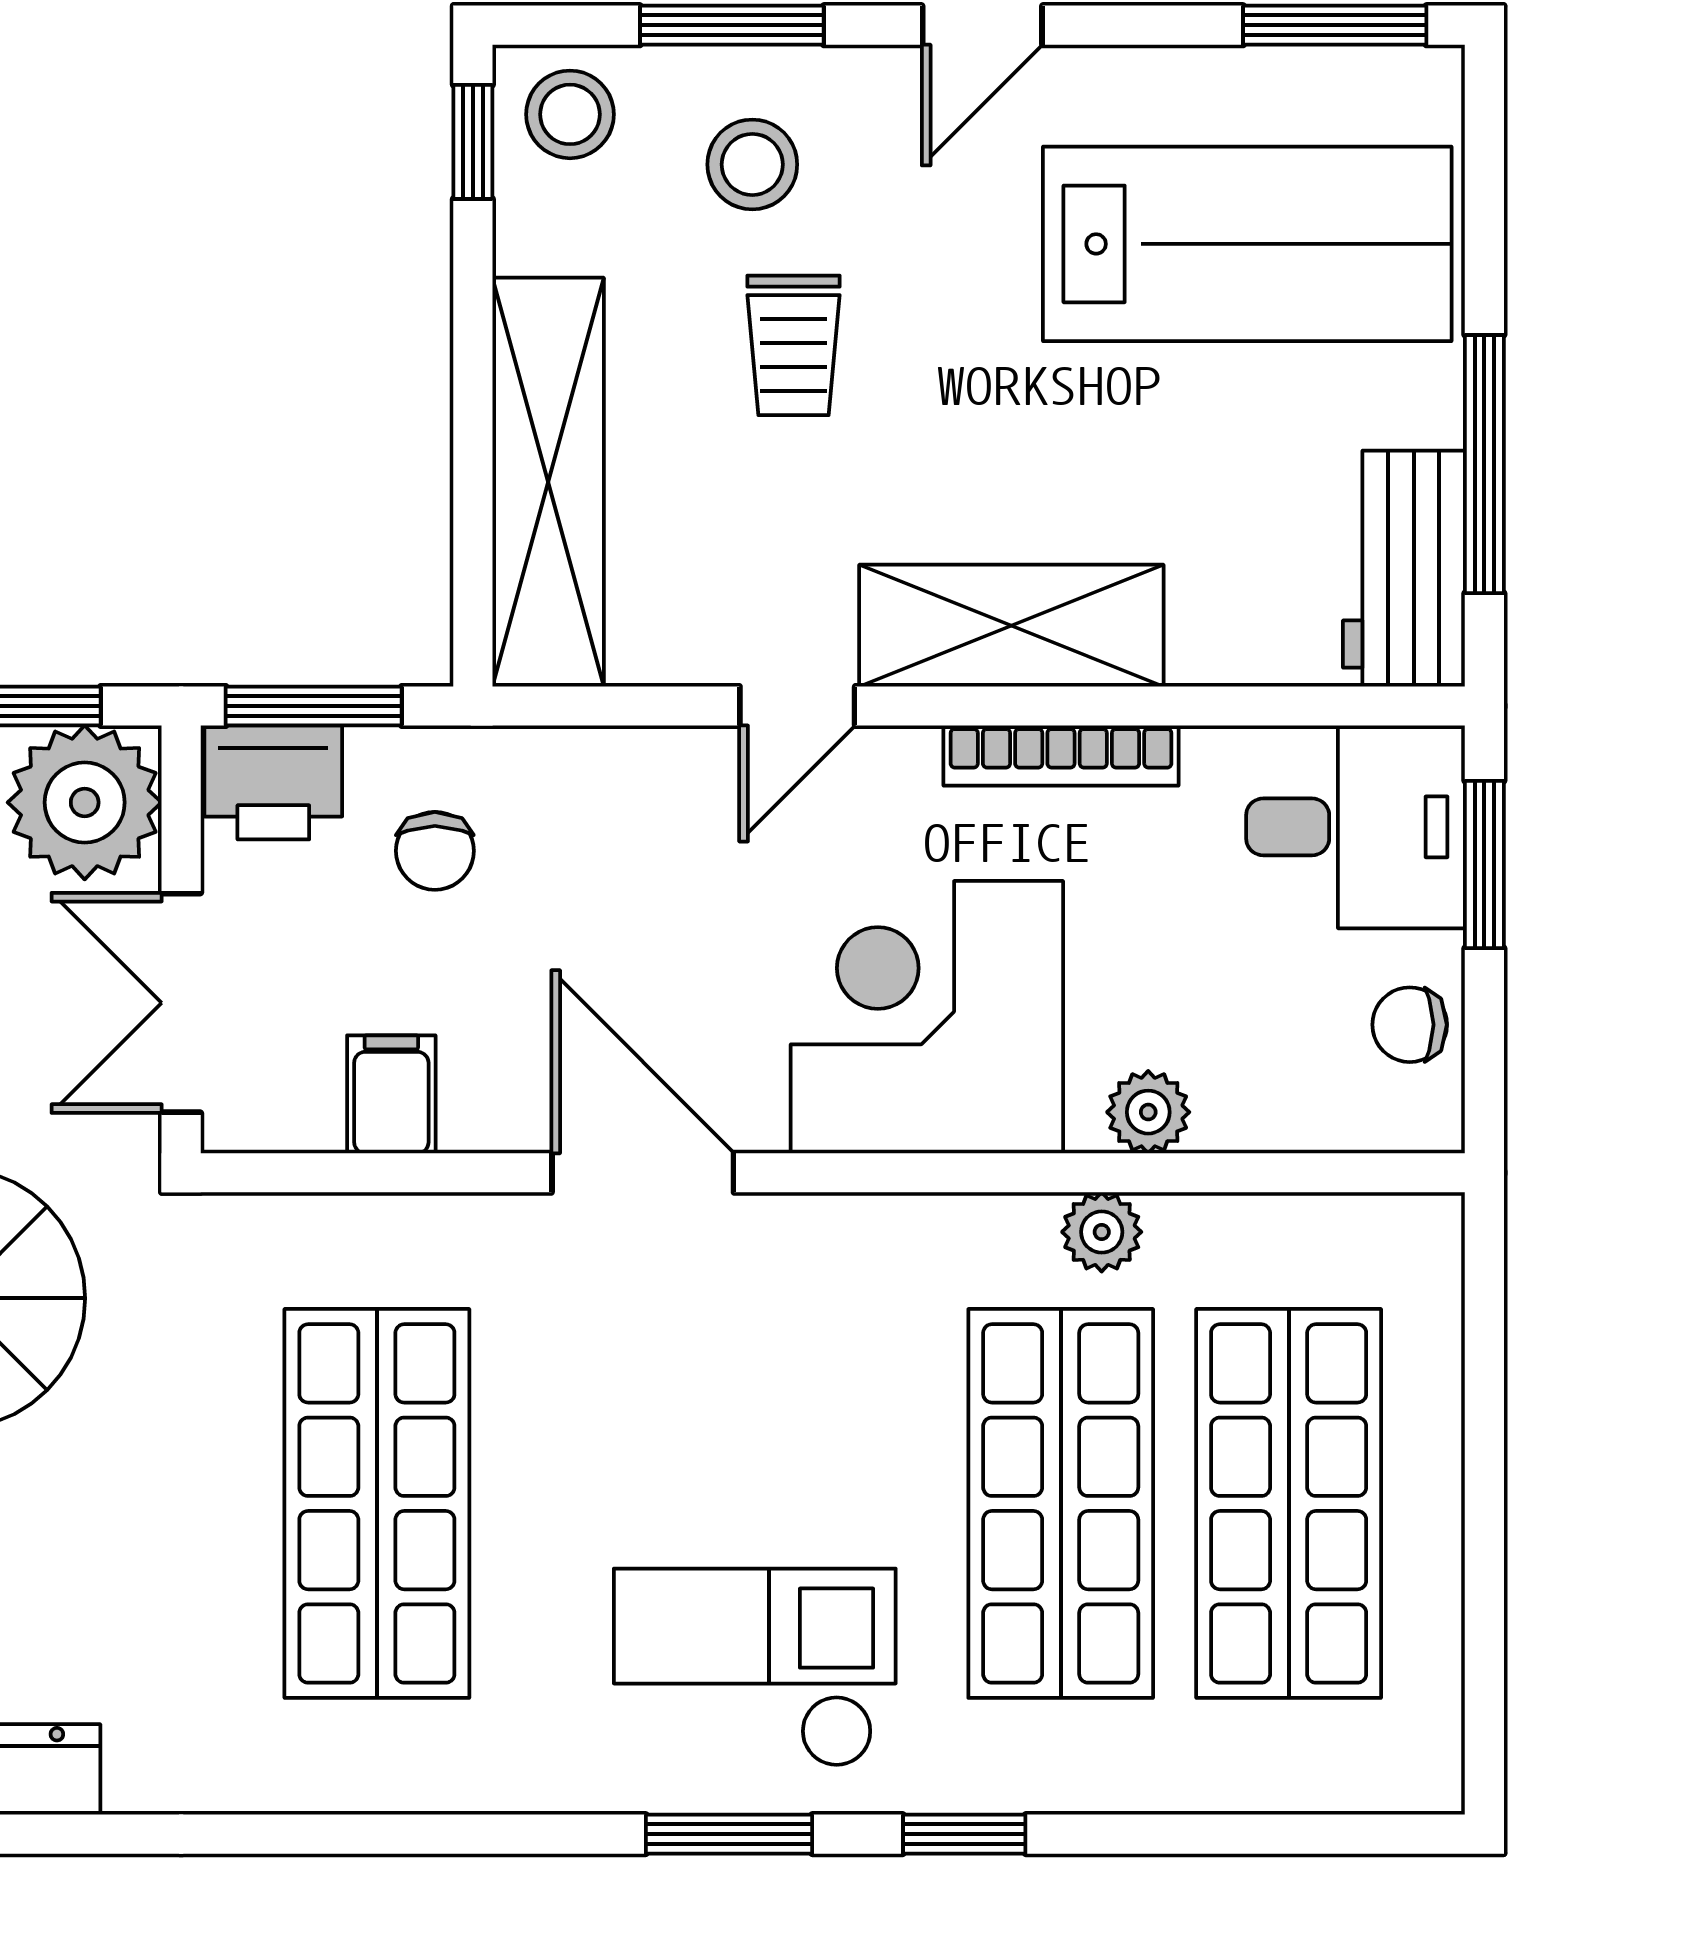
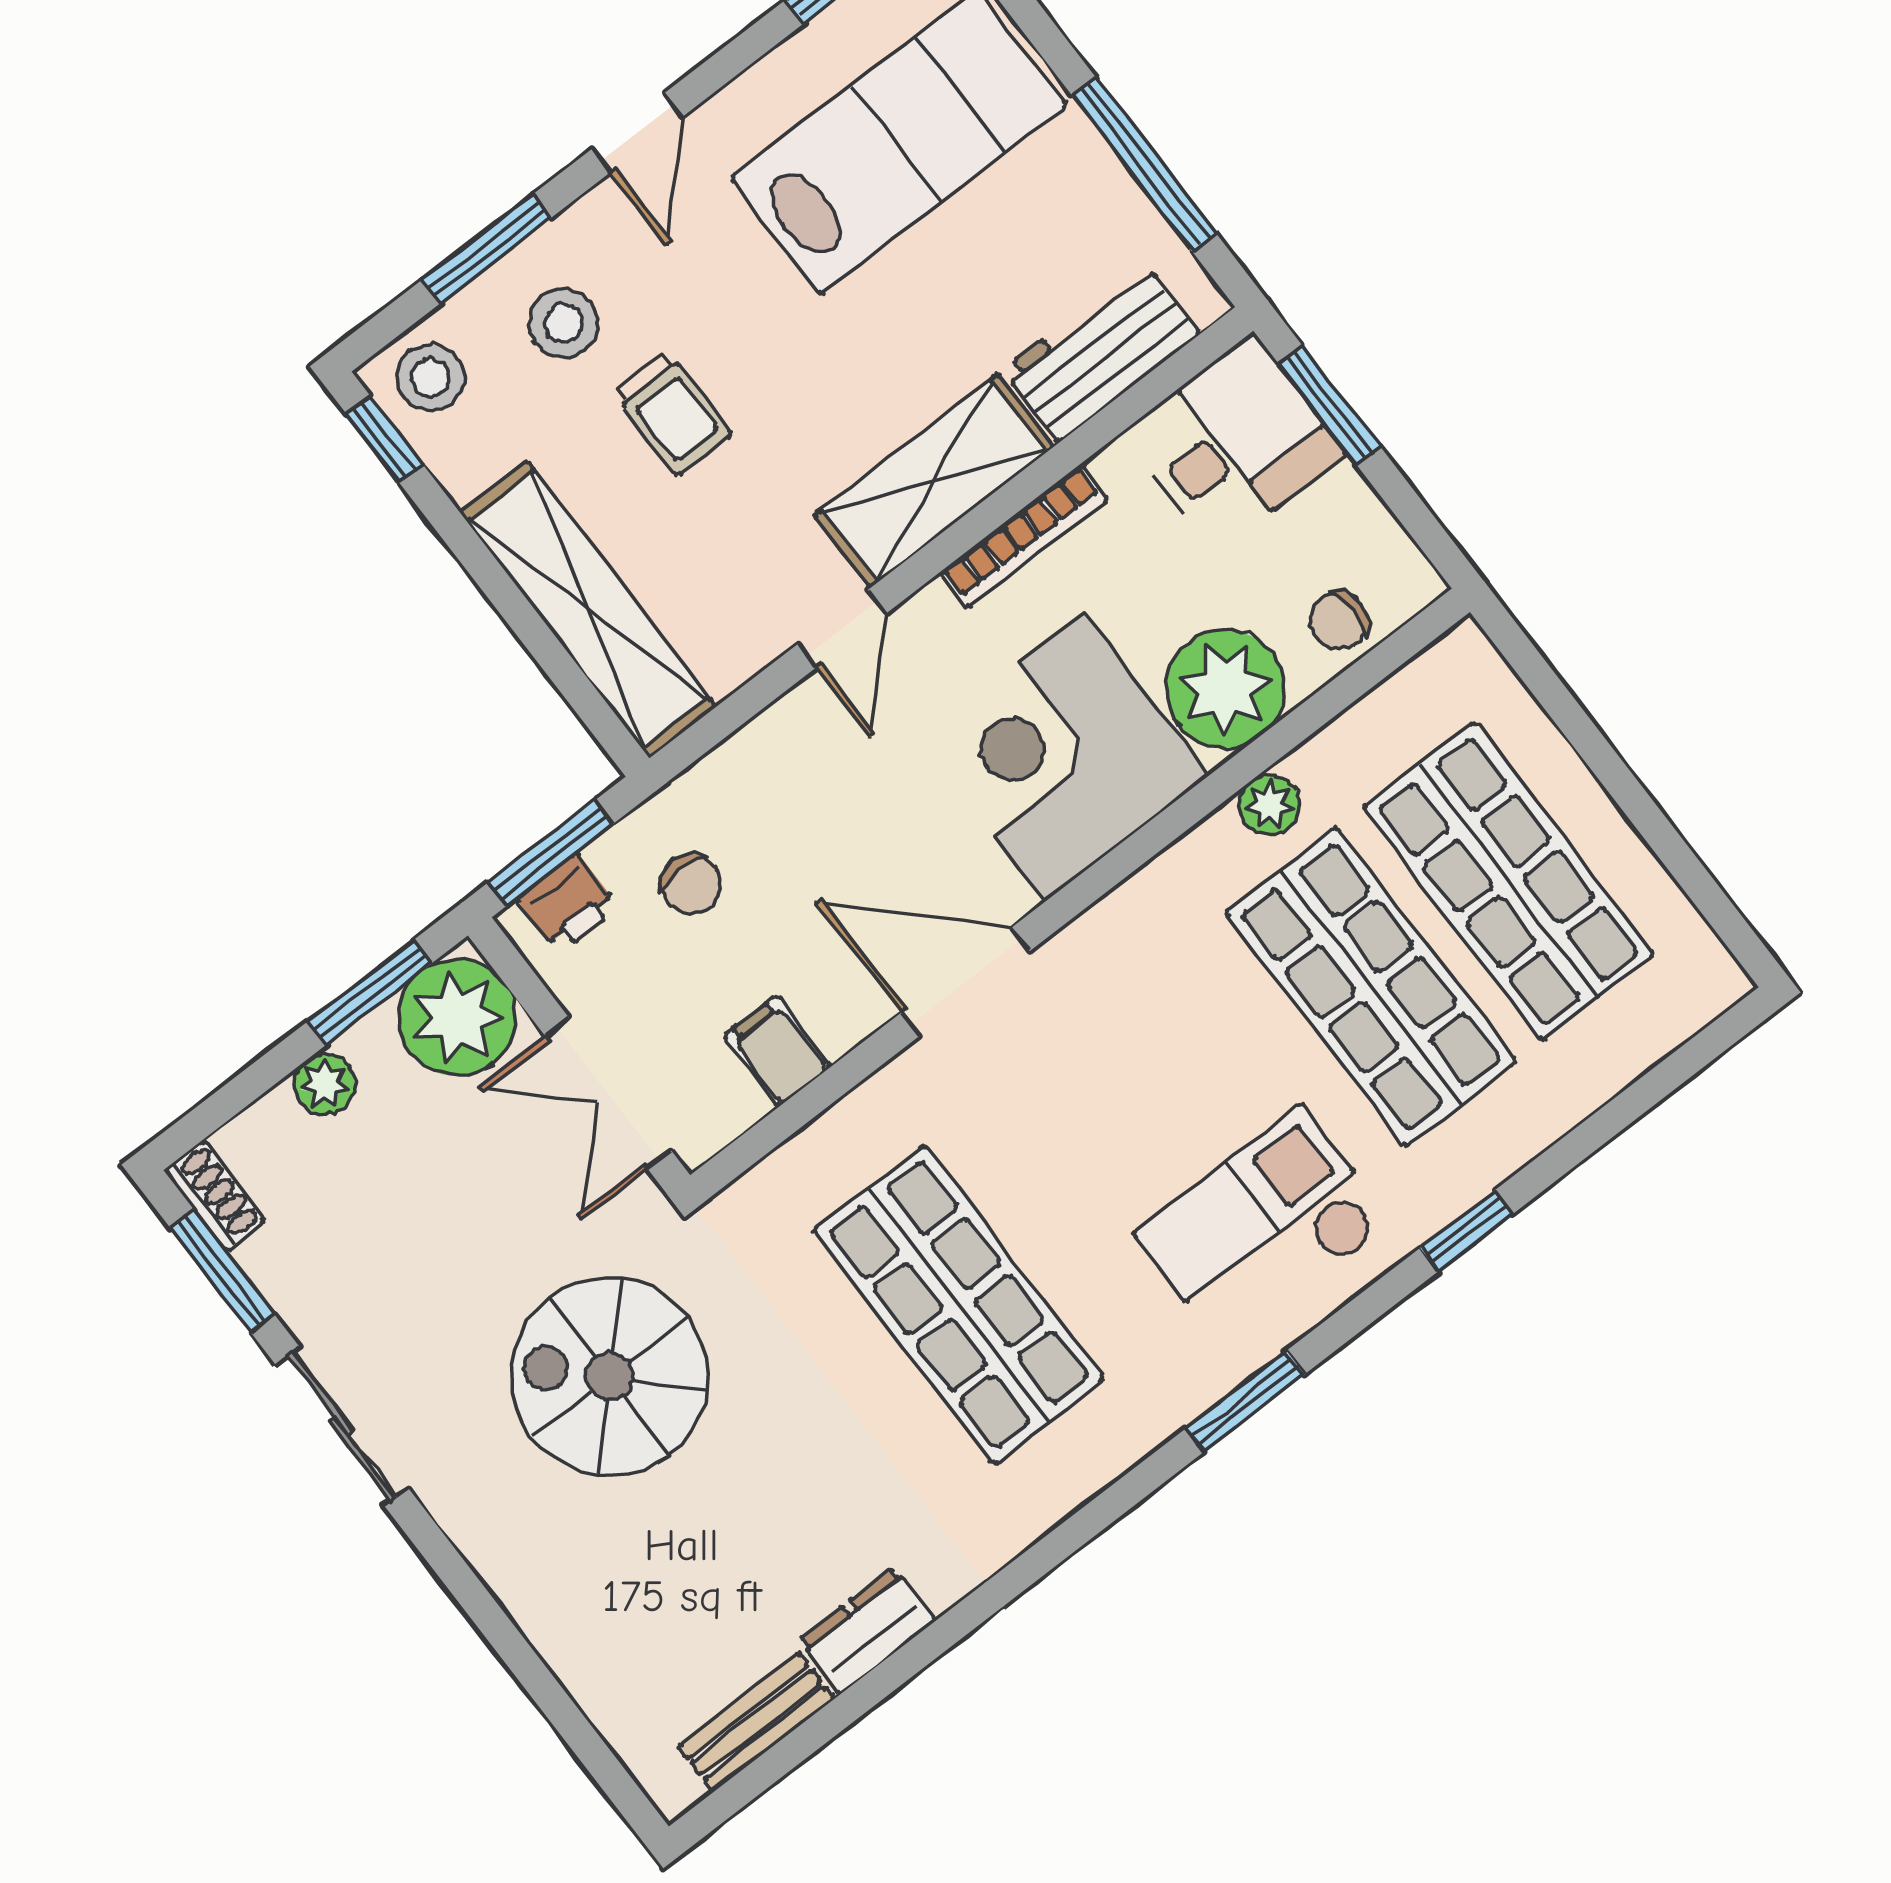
workbench: (1404, 569) -> (1101, 352), moved, turned 90
printer: (273, 782) -> (568, 903), width x0.73, depth x0.81
chair: (1410, 1025) -> (1339, 621), moved
plant: (1148, 1112) -> (1225, 689), width x1.88, depth x1.88
window: (729, 1834) -> (1245, 1401), moved

